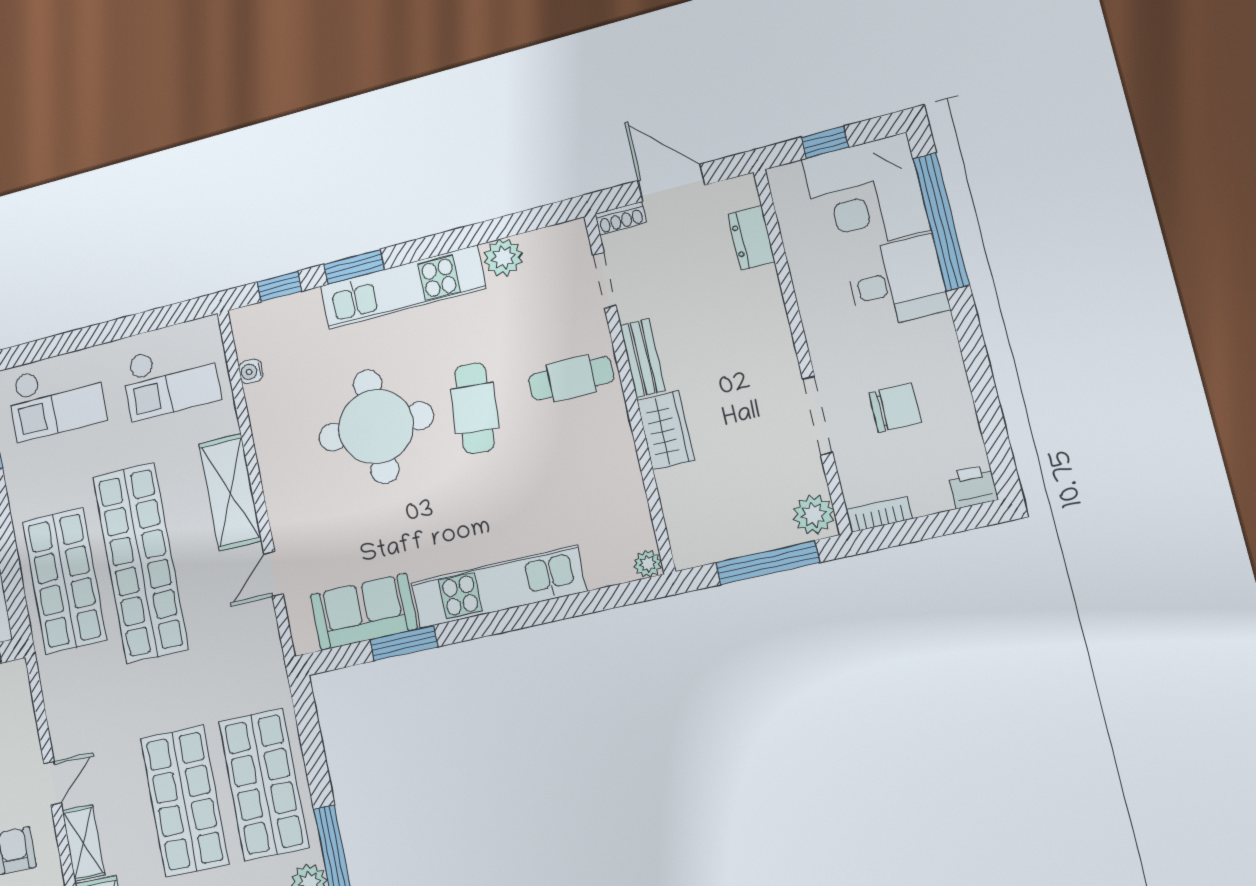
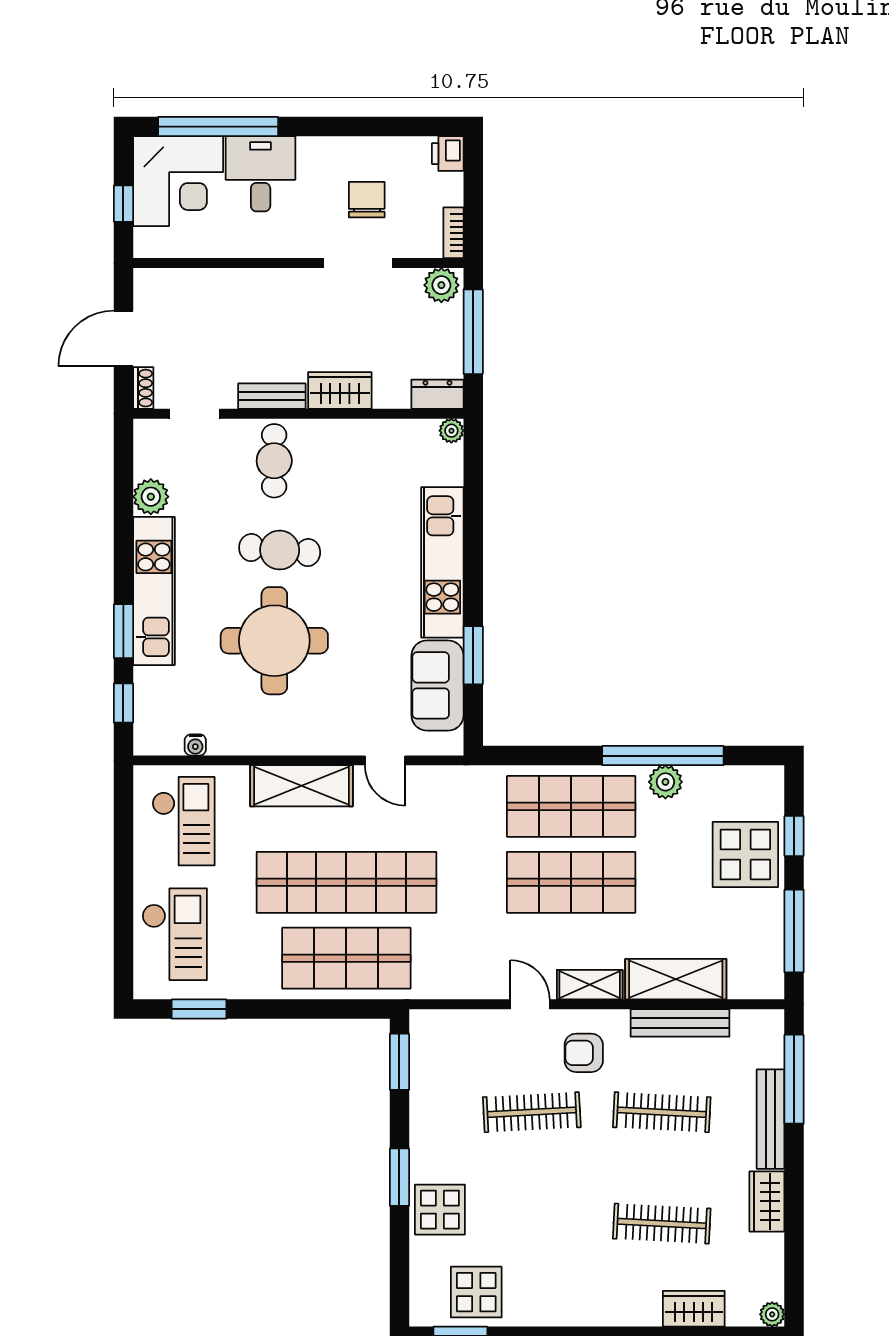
dresser: (751, 238) -> (437, 394), moved, turned 180

